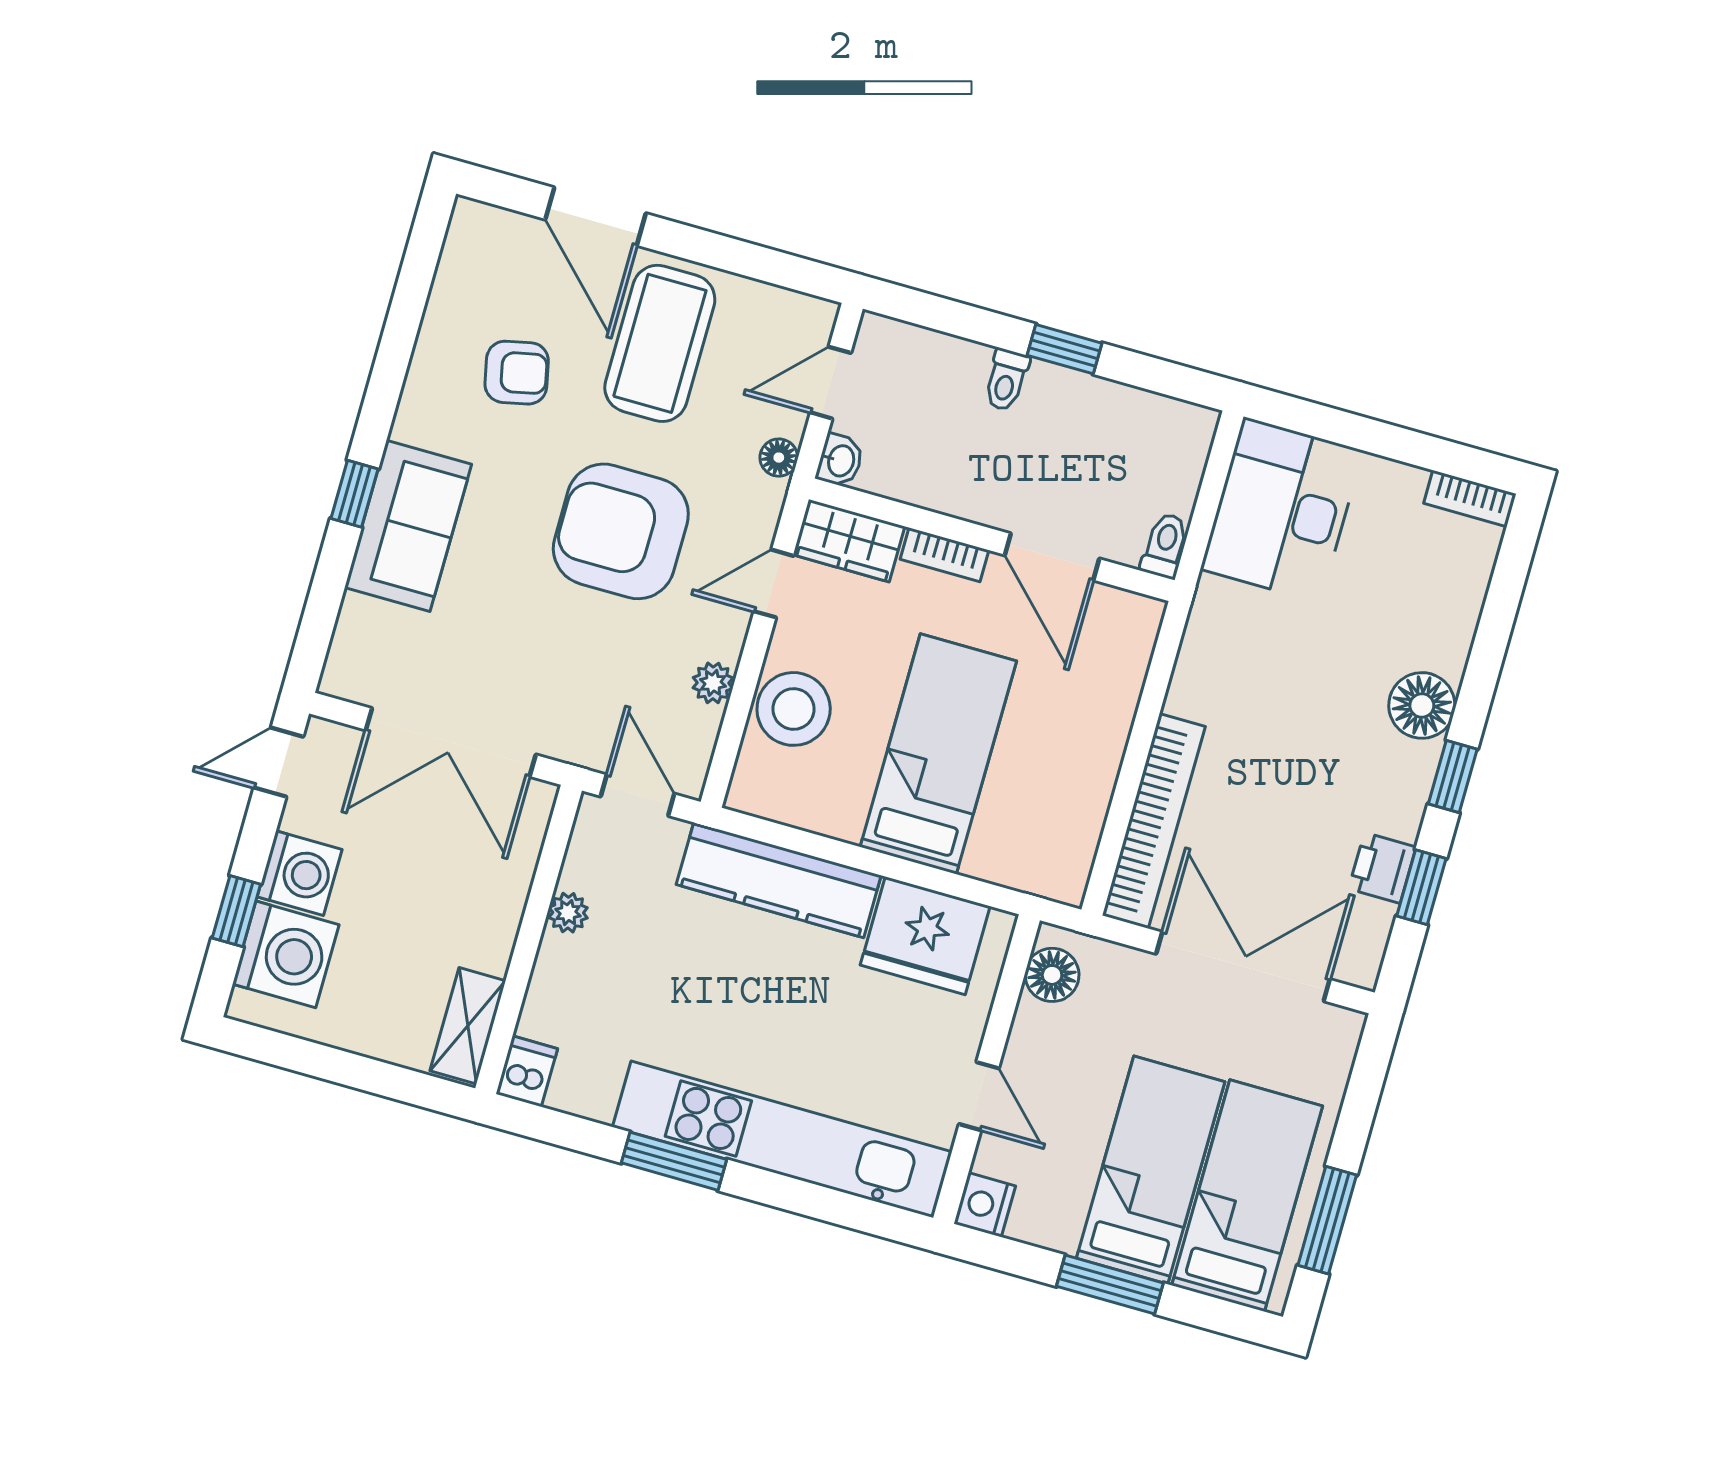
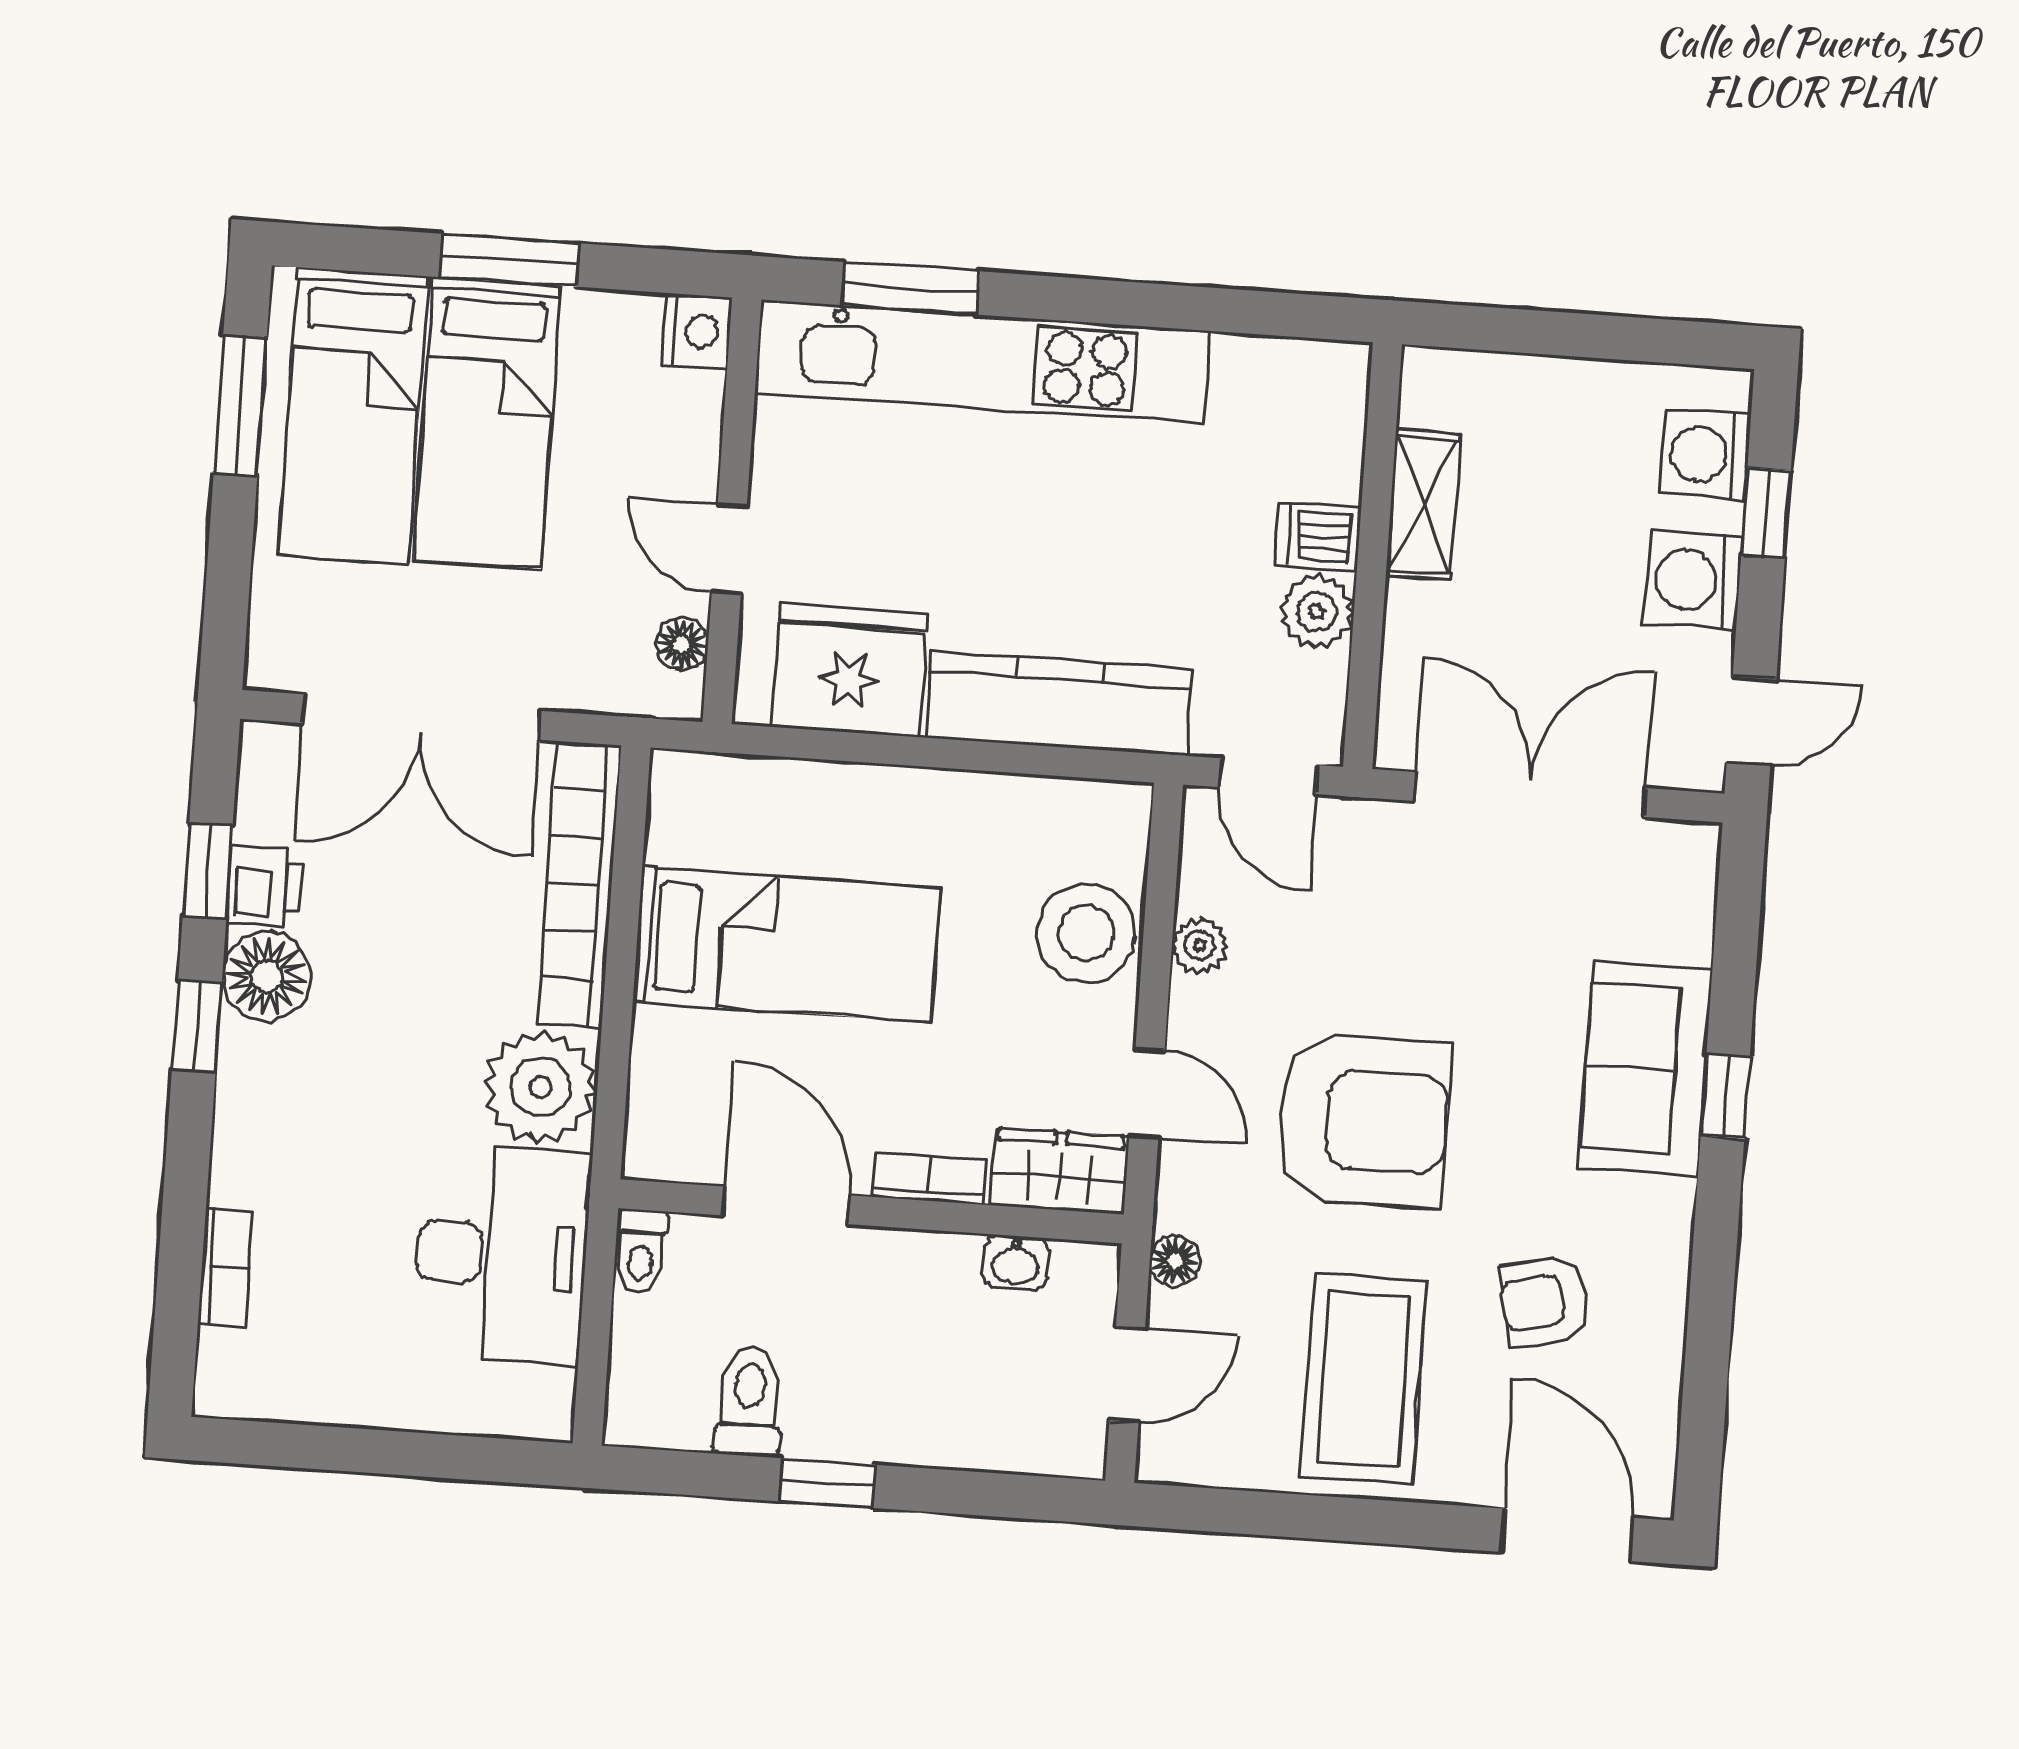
door: (595, 216) -> (1567, 1535), moved
toilet: (1006, 380) -> (749, 1401), moved, width x1.37, depth x1.39
washbasin: (840, 460) -> (1015, 1262), moved, turned -90
bookcase: (1470, 498) -> (225, 1268), moved, turned 90
desk: (1282, 510) -> (501, 1255), moved
door: (774, 584) -> (1147, 1093), hinge flipped
plant: (1213, 680) -> (540, 1087), added
floor lamp: (1422, 705) -> (267, 976), moved
bed: (938, 754) -> (787, 945), moved, turned -90
plant: (568, 913) -> (1317, 611), width x1.38, depth x1.38
washing machine: (286, 954) -> (1706, 454), width x0.73, depth x0.73
floor lamp: (1052, 975) -> (682, 644), width x0.73, depth x0.73
shelving: (468, 1026) -> (1423, 505), moved
dishwasher: (527, 1071) -> (1318, 537), moved, turned 90
door: (979, 1096) -> (729, 549), moved
window: (674, 1161) -> (911, 288), moved

